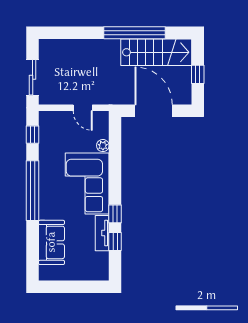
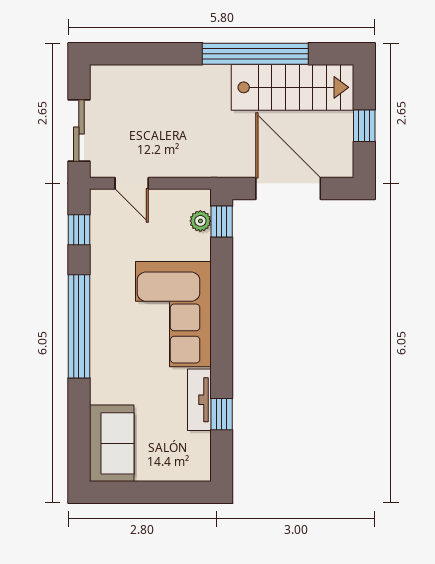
door: (83, 108) -> (132, 183), moved
plant: (103, 146) -> (200, 221), moved
window: (115, 214) -> (222, 222), moved
sofa: (51, 242) -> (112, 443), moved

